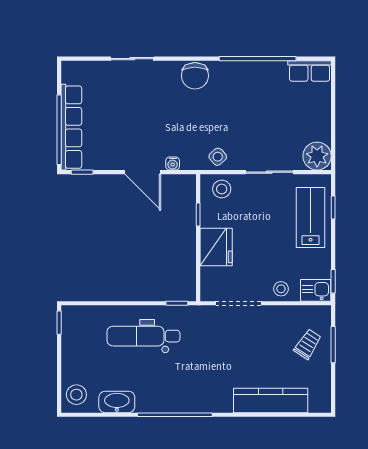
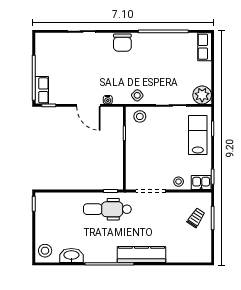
row of seats: (310, 71) -> (205, 47), moved, turned 90
row of seats: (71, 127) -> (42, 90), width x0.50
fridge: (216, 247) -> (136, 154), removed
dental chair: (143, 336) -> (107, 209), moved
kitchen counter: (271, 401) -> (141, 254), moved

